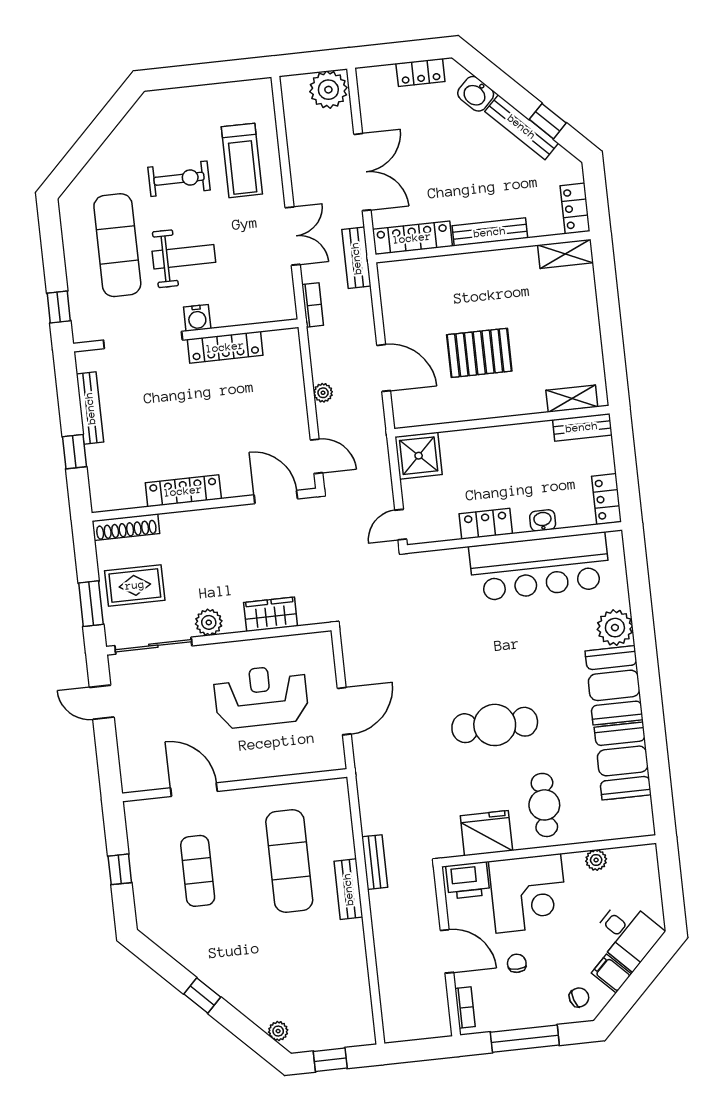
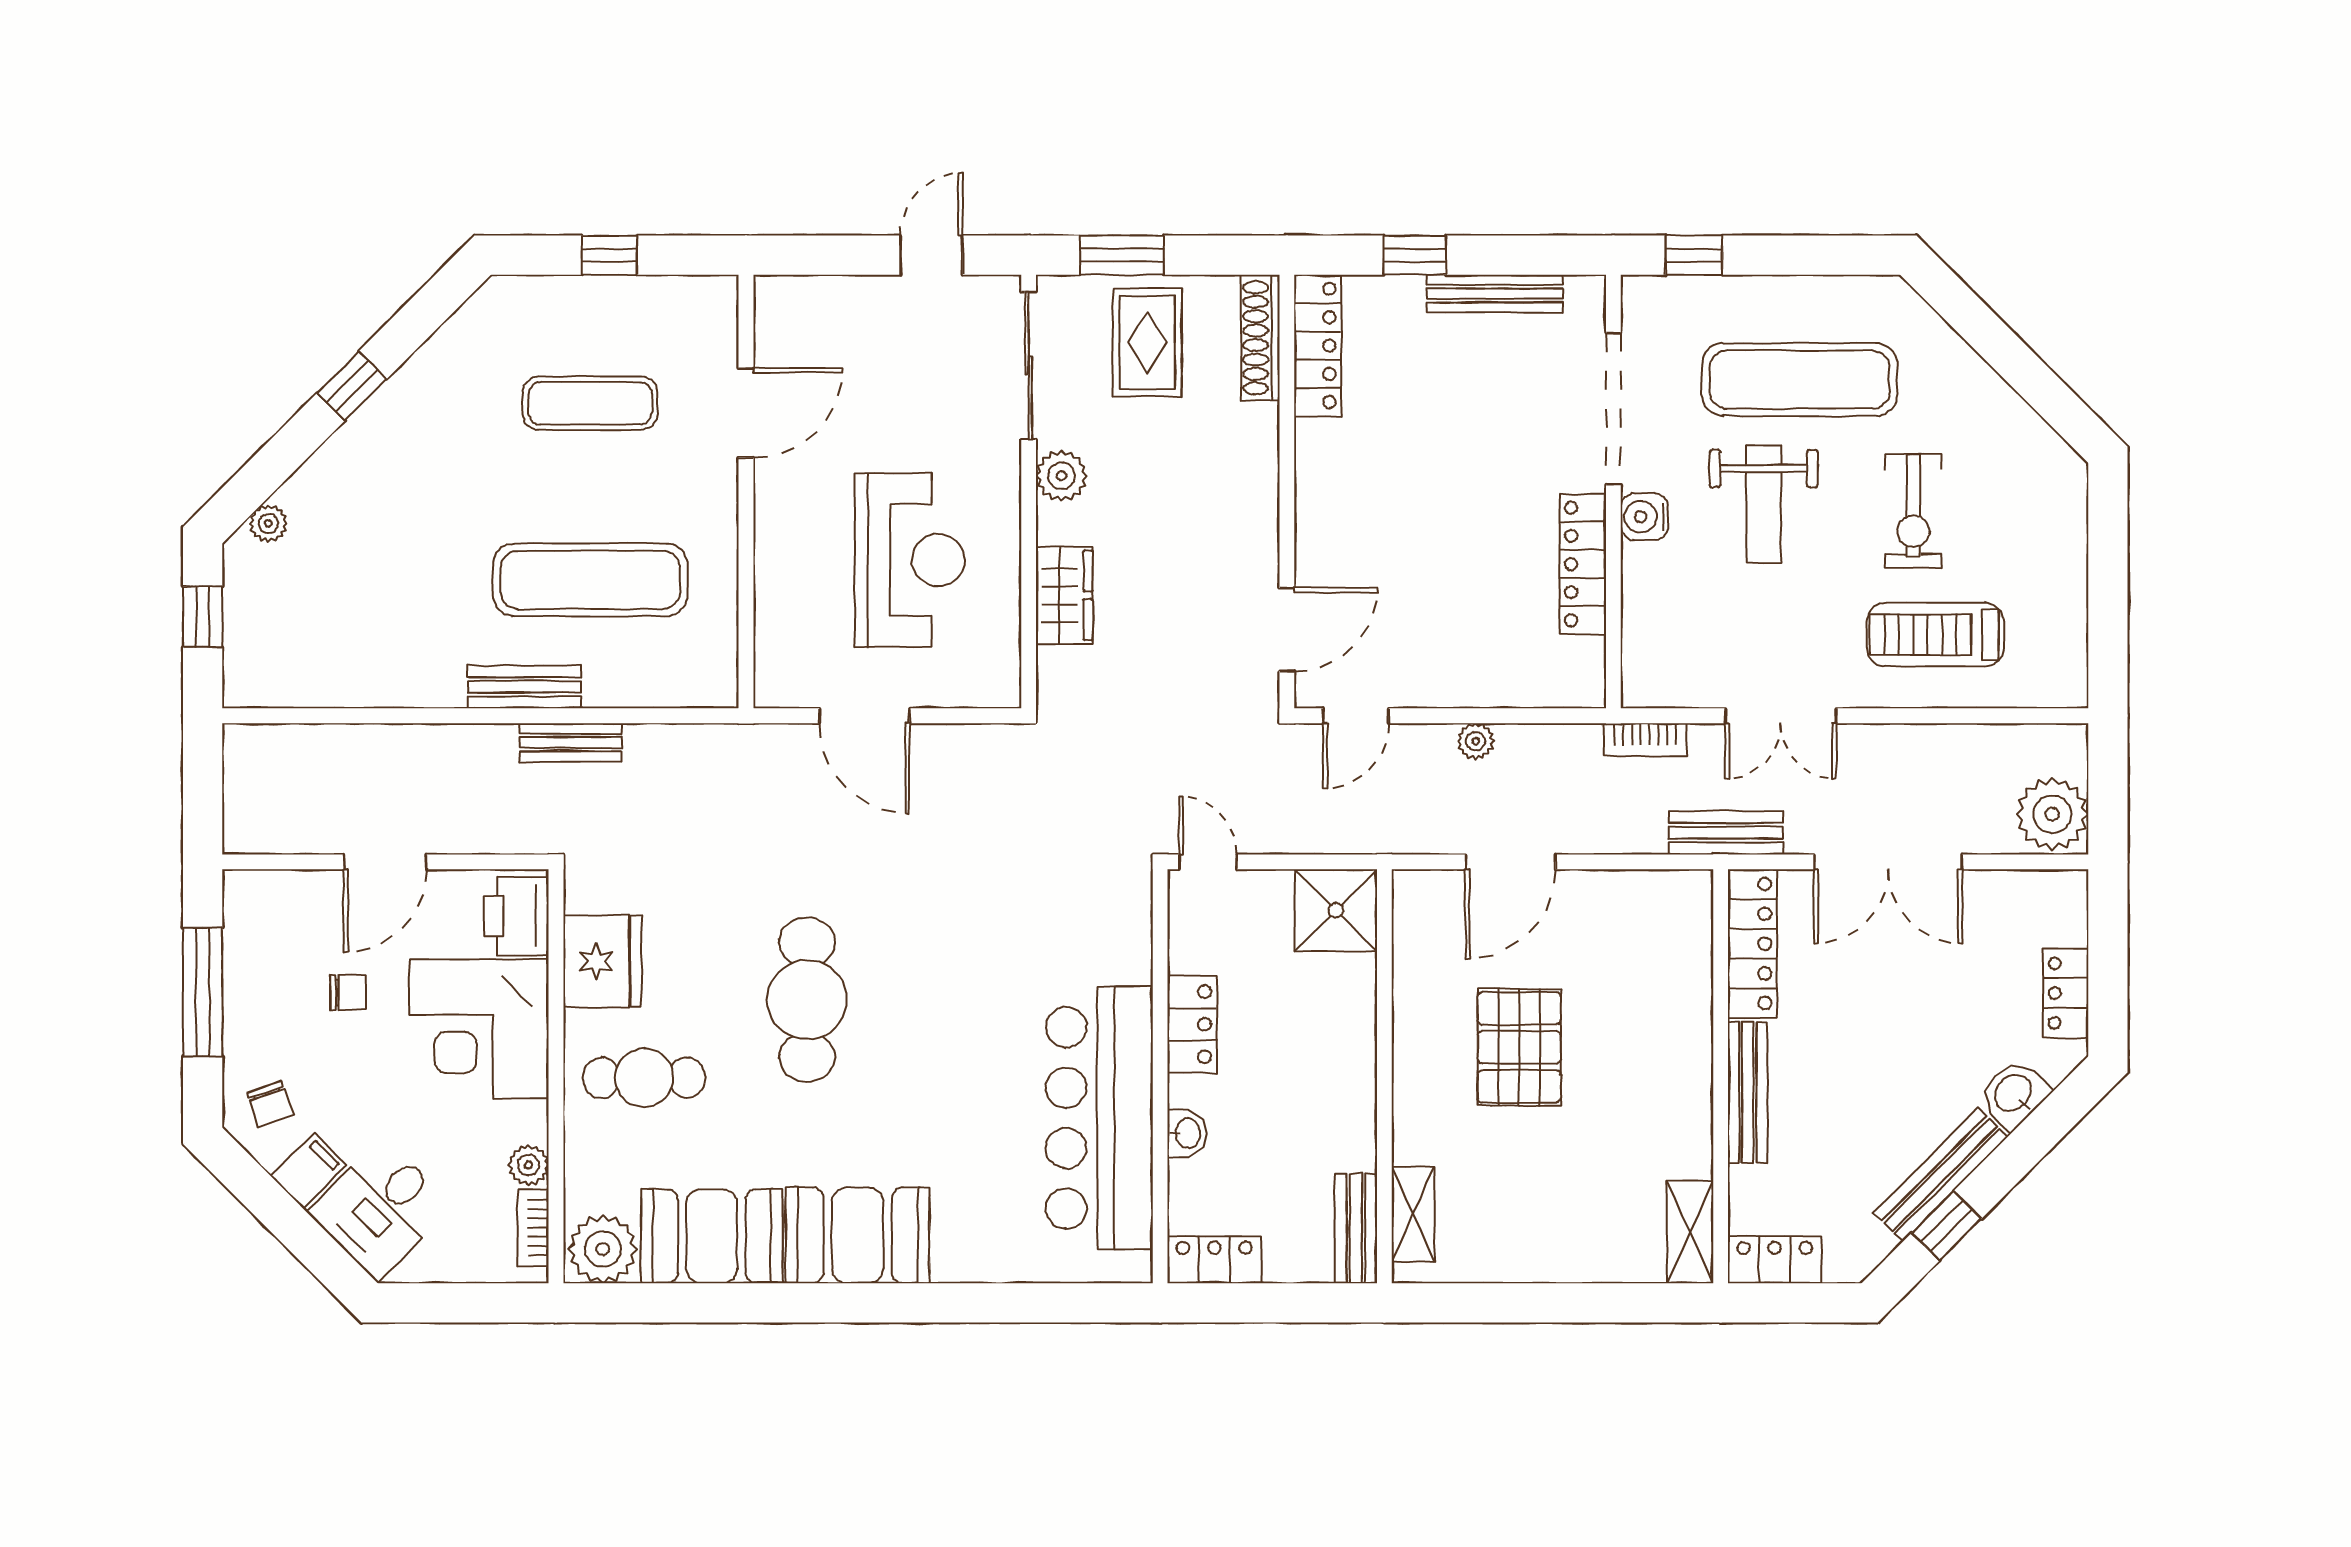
locker: (183, 491) -> (1318, 346), moved
plant: (615, 628) -> (603, 1249), moved
bookcase: (465, 1007) -> (533, 1228), moved, turned 90

